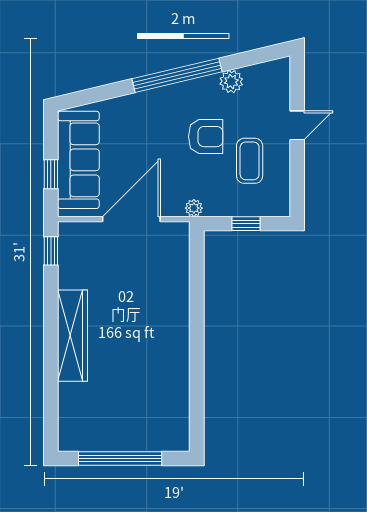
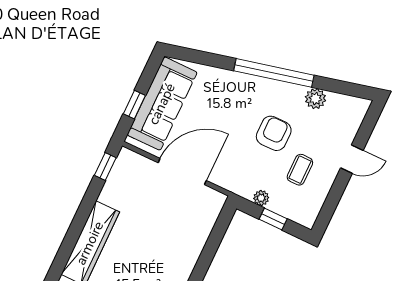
armchair: (206, 137) -> (274, 133), turned -90
coffee table: (250, 161) -> (300, 170), width x0.73, depth x0.77
plant: (194, 208) -> (261, 198), moved

